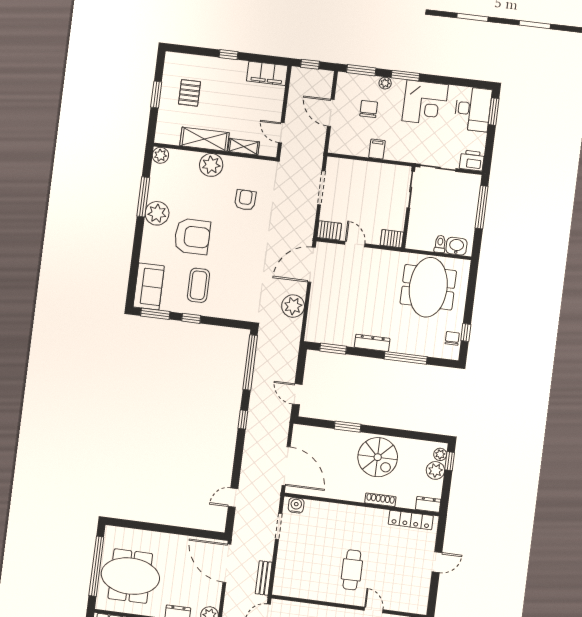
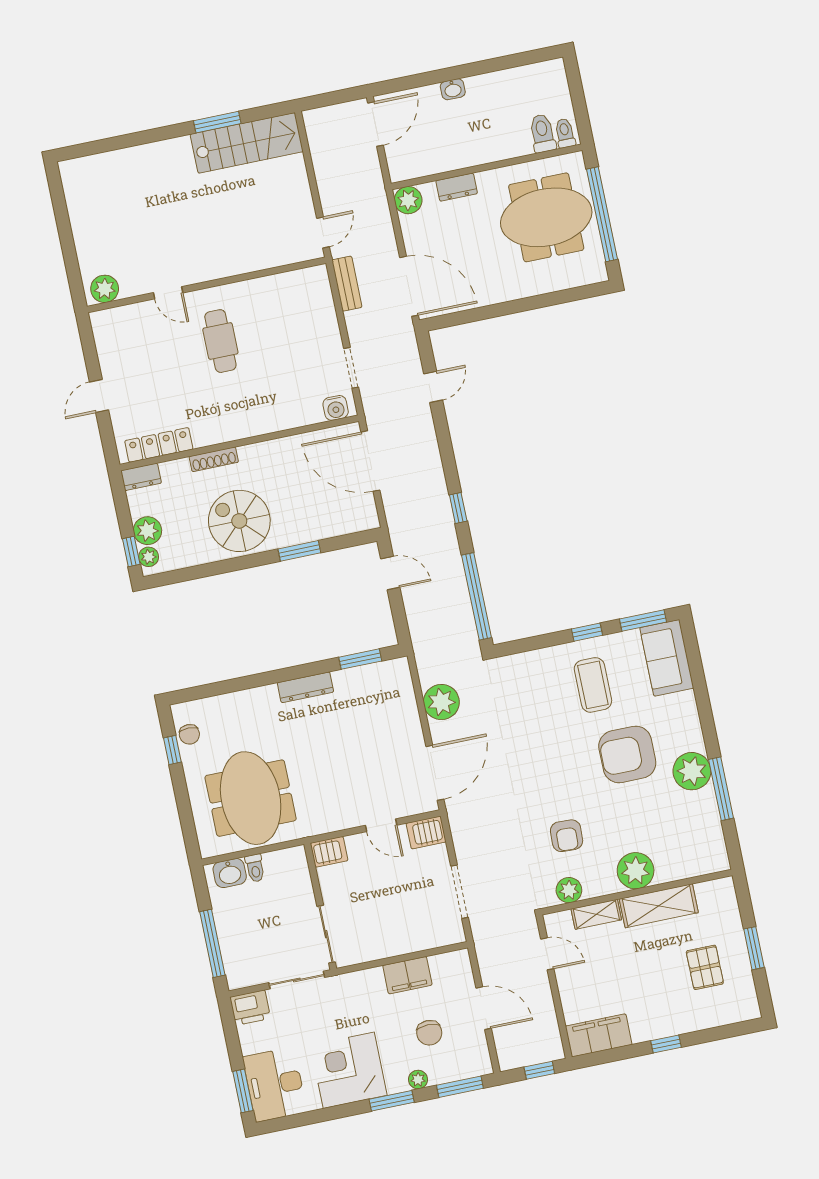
filing cabinet: (377, 149) -> (407, 975), width x2.00
plant: (160, 155) -> (569, 890), moved
window: (406, 358) -> (248, 682), removed

